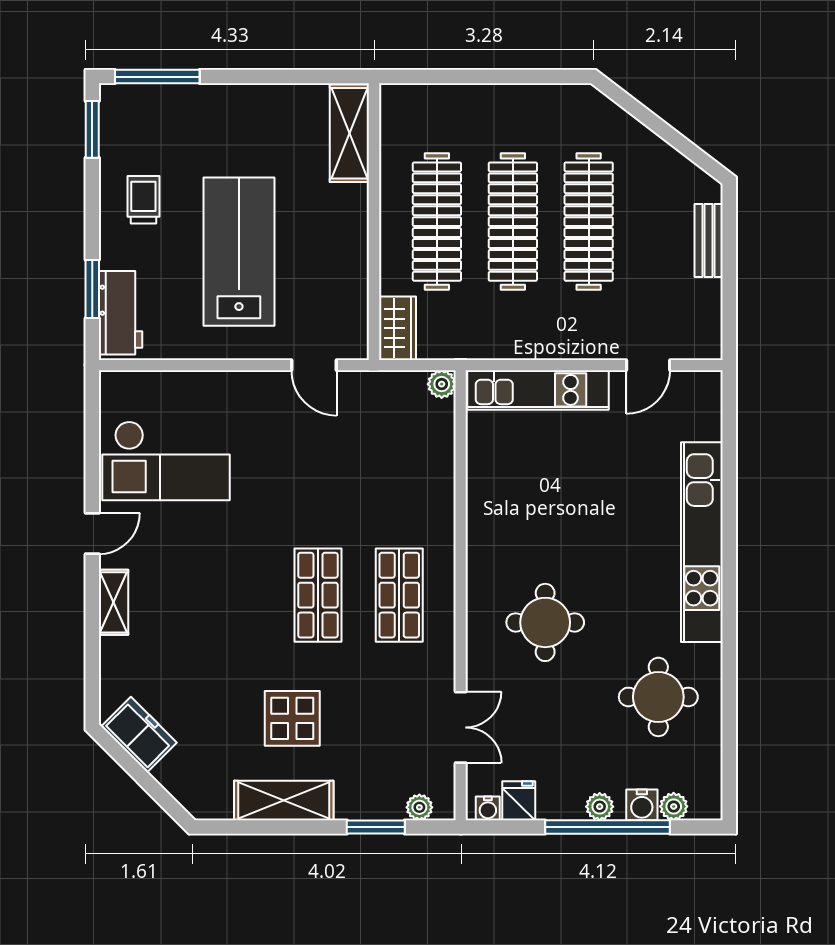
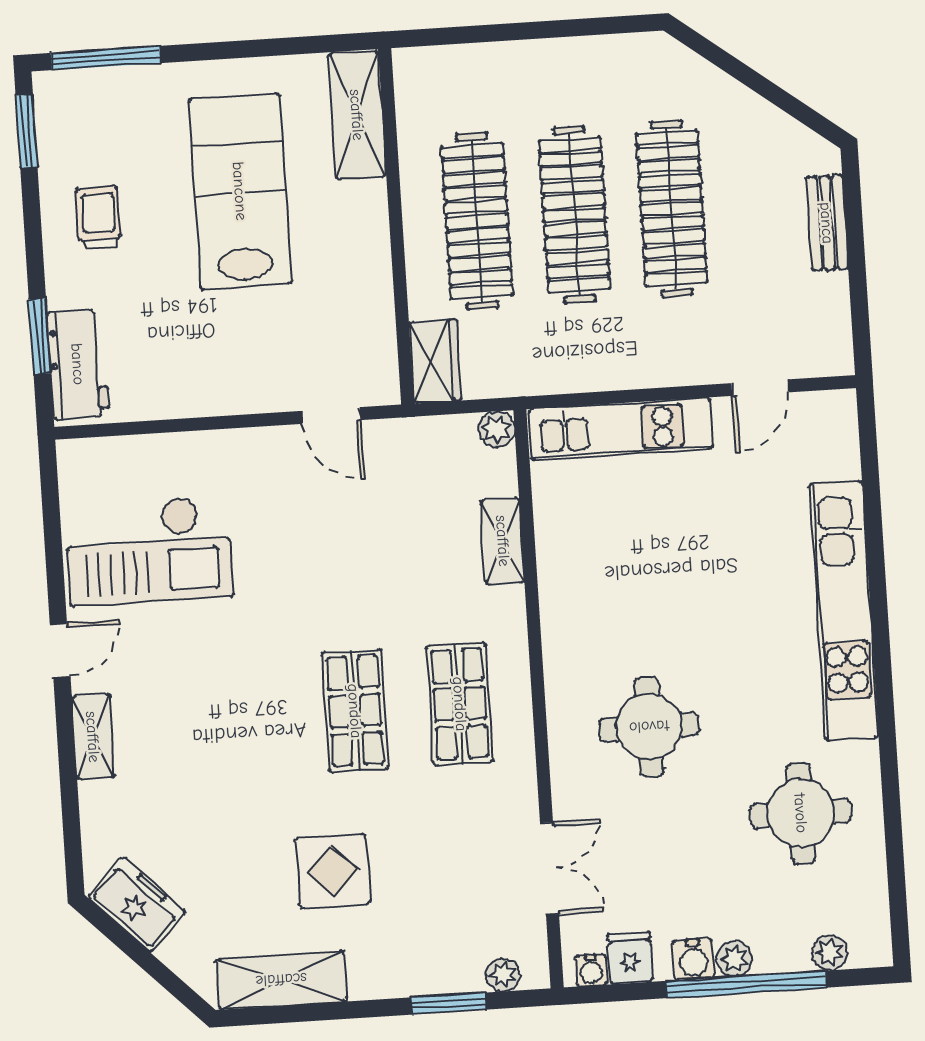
lab bench: (239, 252) -> (240, 191), moved
shelving: (441, 471) -> (503, 541), added
shelving: (284, 800) -> (281, 980), moved
water cooler: (642, 805) -> (694, 959), moved

